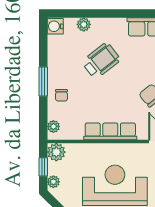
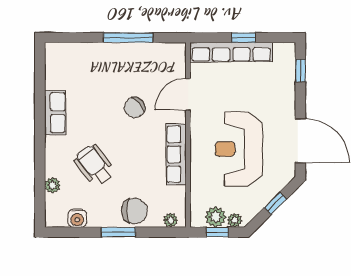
water cooler: (55, 26) -> (77, 218), moved
chair: (61, 95) -> (135, 211), width x1.87, depth x1.87
plant: (56, 152) -> (216, 217), moved

